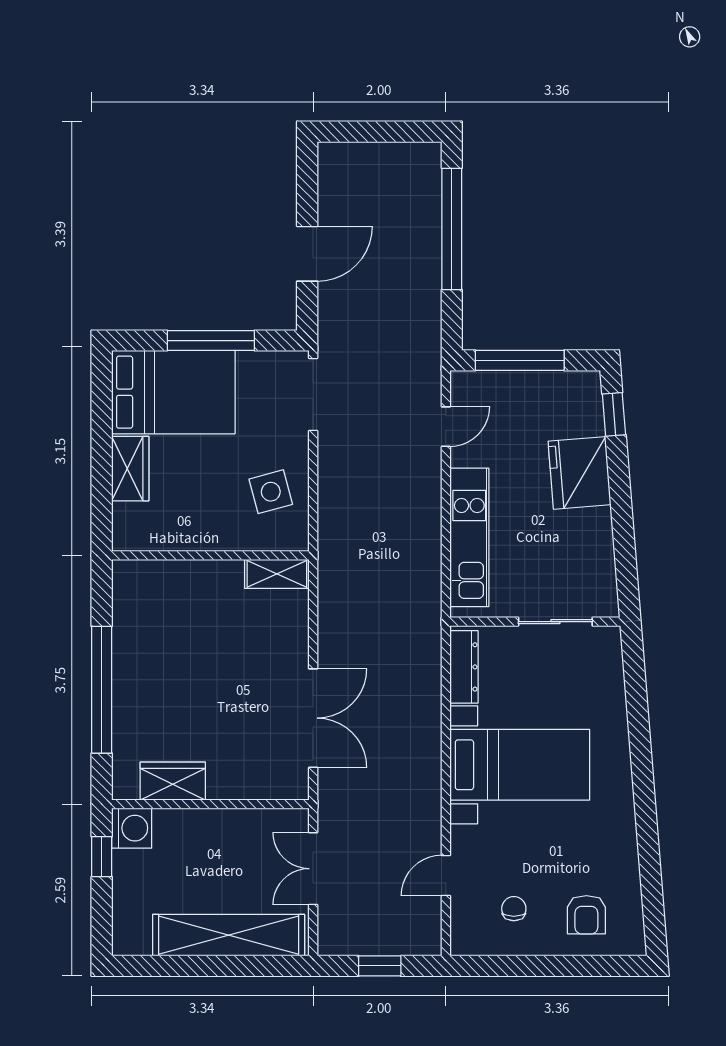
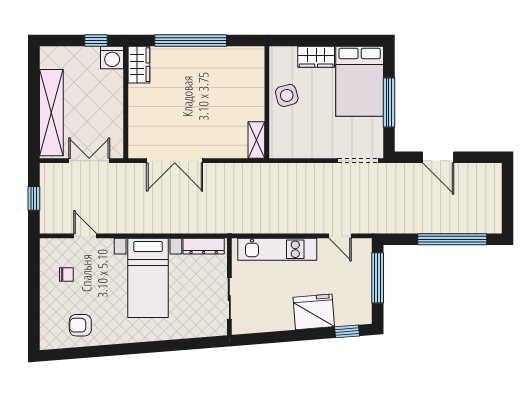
side table: (271, 492) -> (287, 95), moved
wardrobe: (173, 781) -> (139, 65), moved
armchair: (586, 915) -> (80, 325), moved

